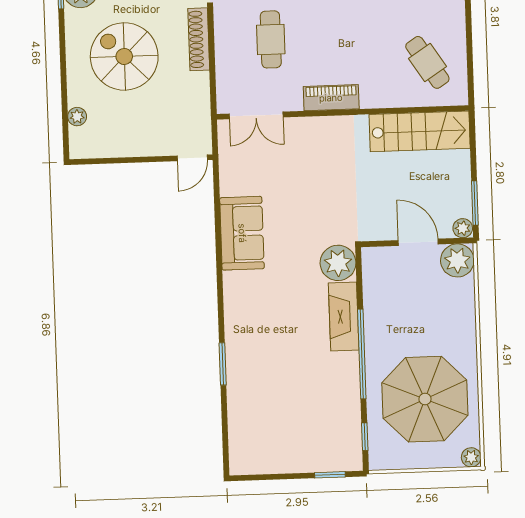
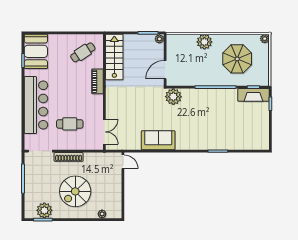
piano: (331, 98) -> (97, 81), moved
door: (418, 242) -> (165, 70), moved
plant: (457, 260) -> (204, 42), moved
fireplace: (344, 317) -> (253, 95), moved
parasol: (425, 399) -> (237, 59), width x0.73, depth x0.73

